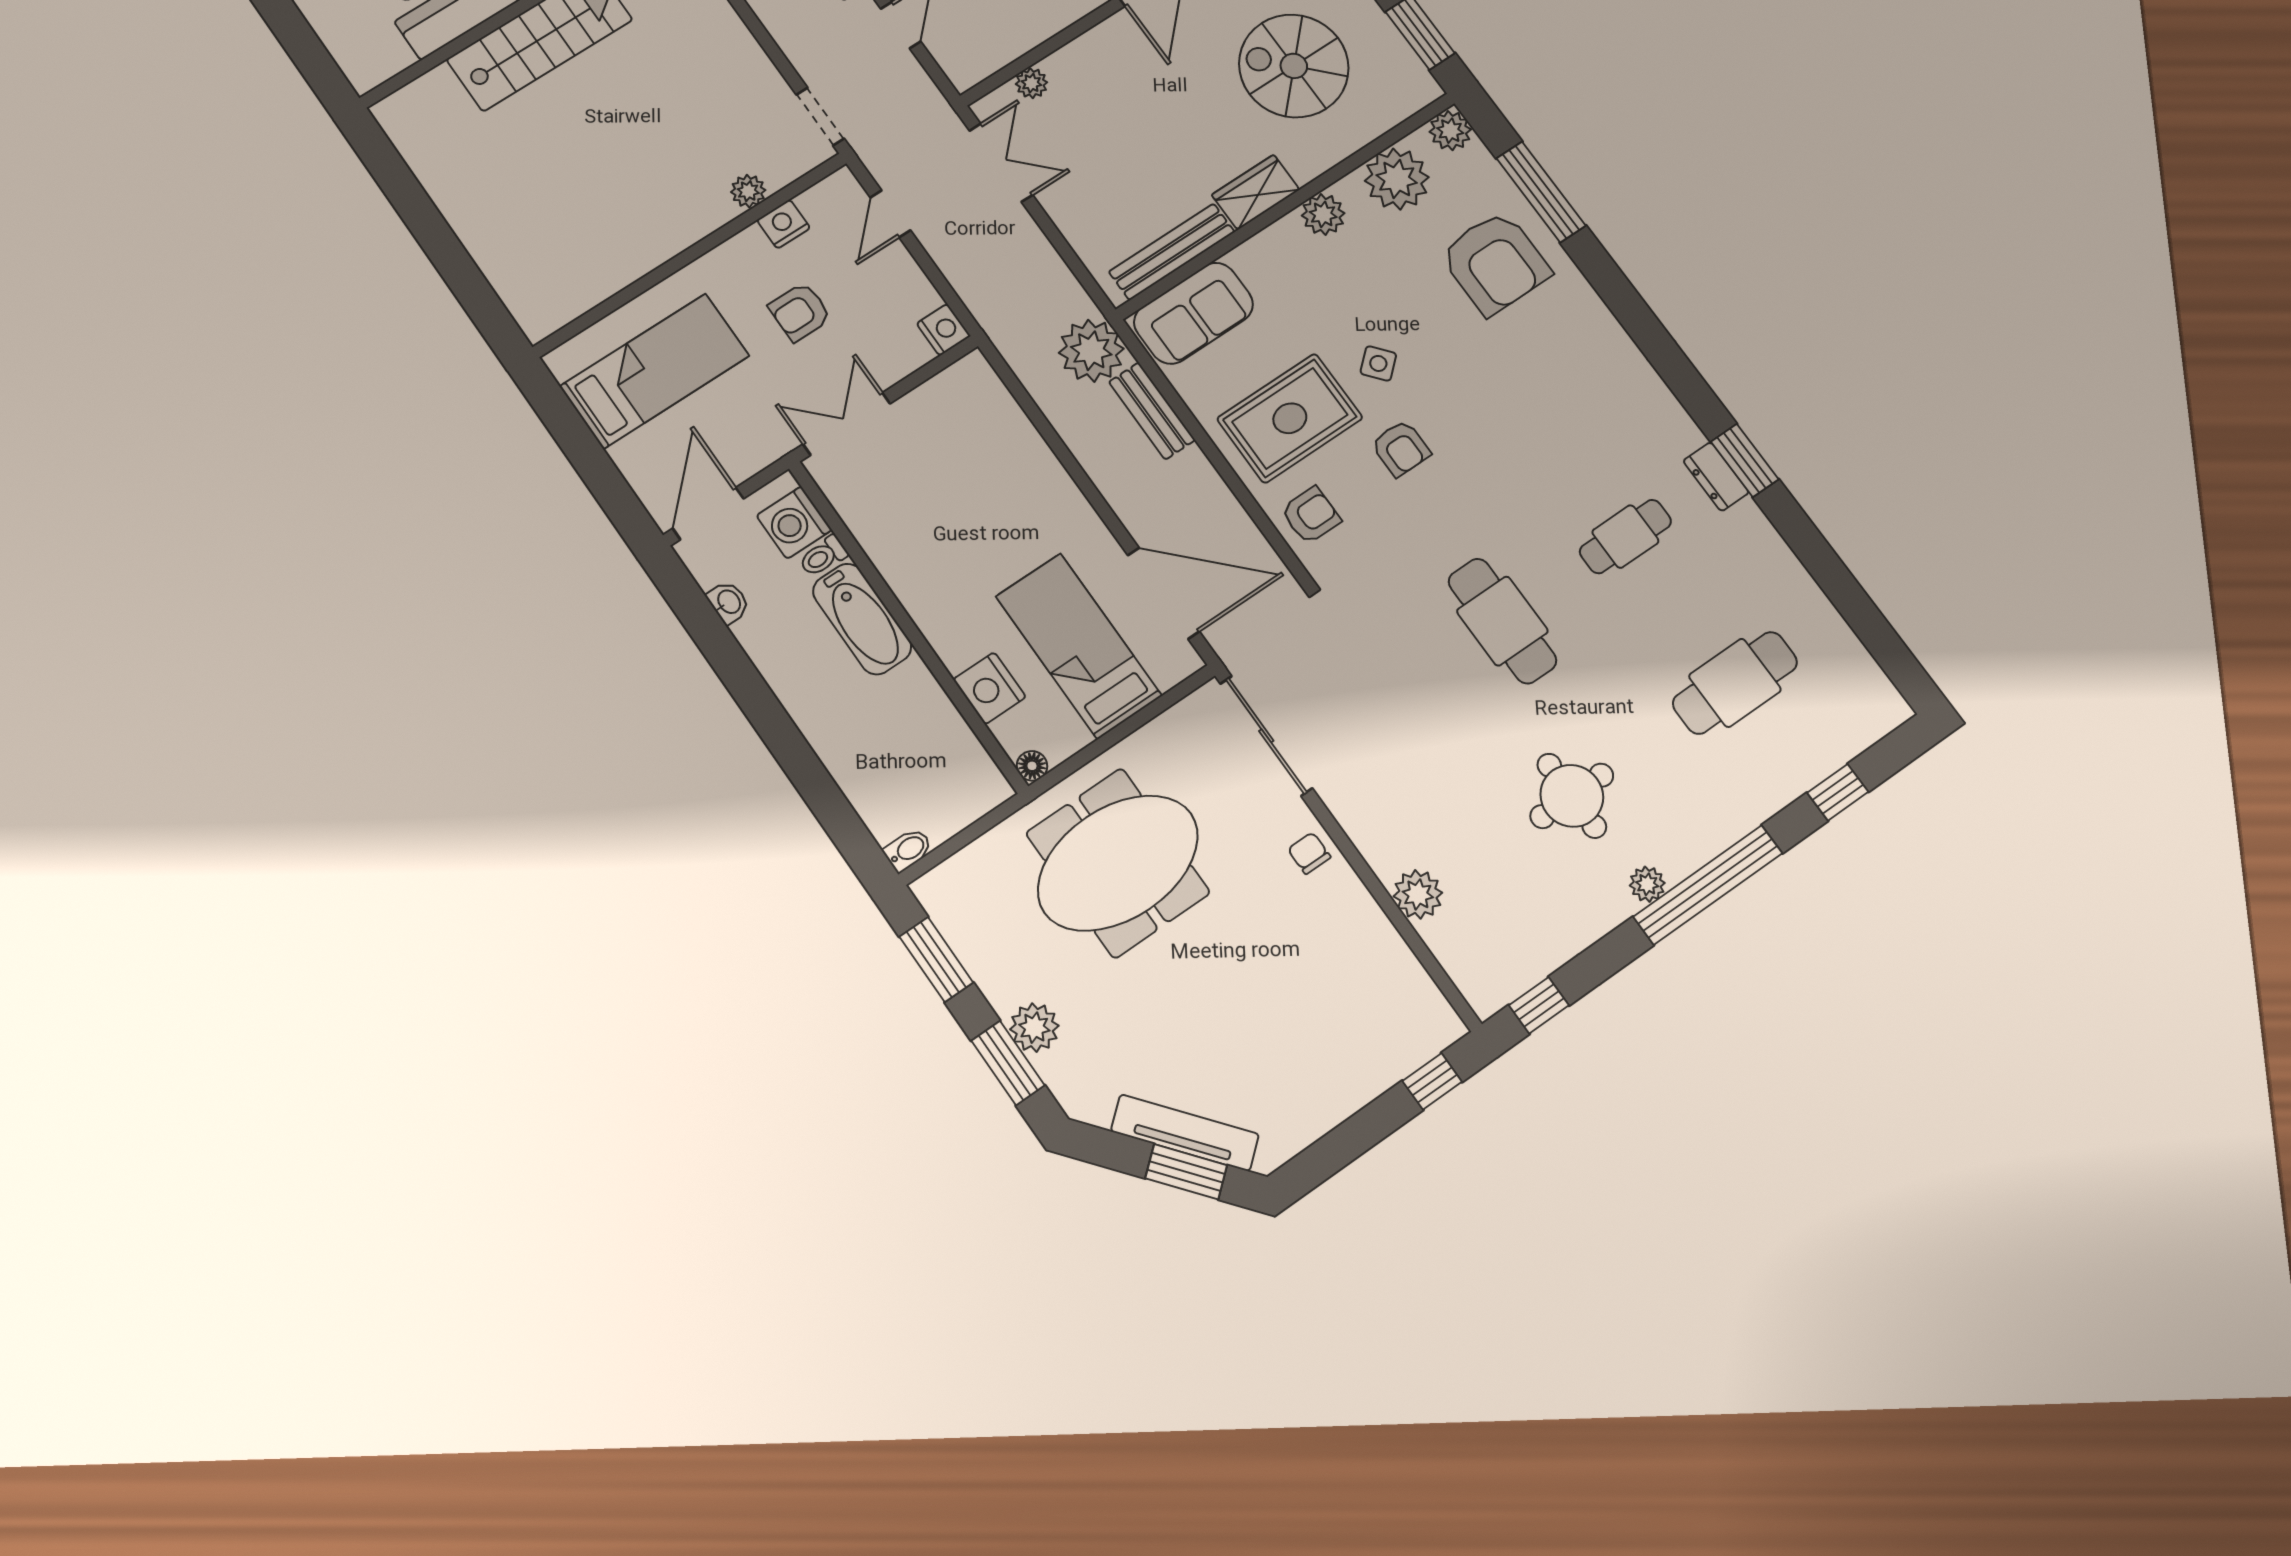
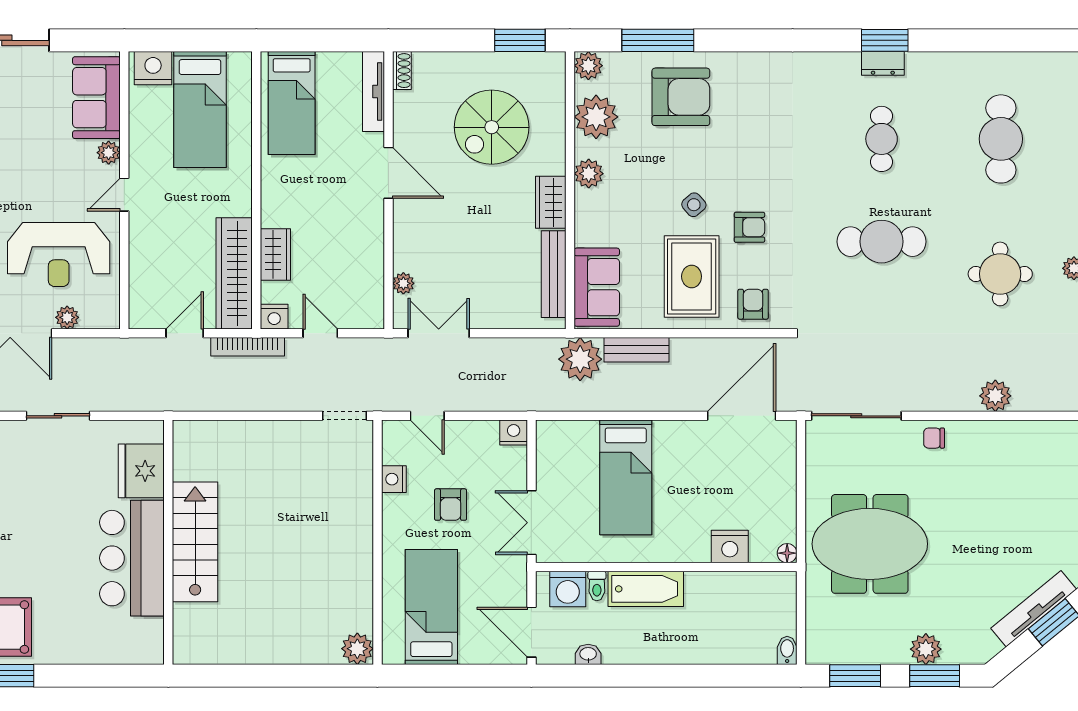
plant: (748, 191) -> (357, 649), moved, width x1.38, depth x1.38
bed: (1079, 646) -> (626, 477), moved, turned -90
meeting table: (1118, 863) -> (870, 544), turned 90

